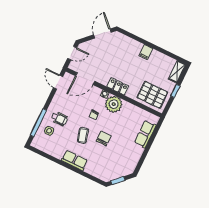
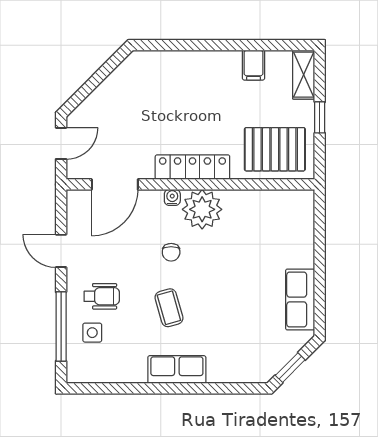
door: (102, 33) -> (105, 70), removed
filing cabinet: (146, 52) -> (254, 65), moved
door: (58, 82) -> (61, 251), moved
locker: (118, 86) -> (192, 167), width x1.53
row of seats: (145, 134) -> (300, 300), moved
chair: (104, 138) -> (216, 292), removed

